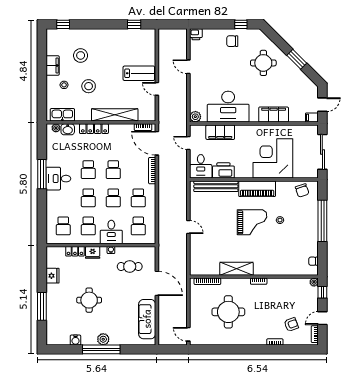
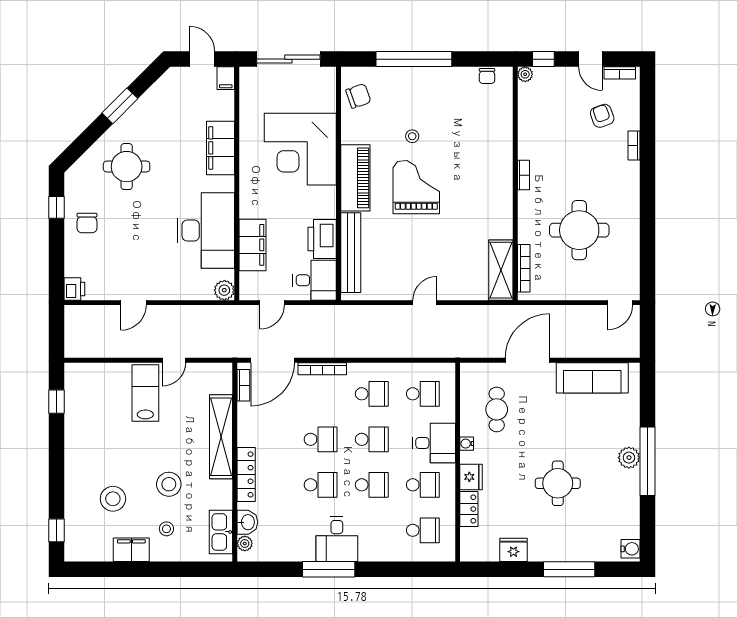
shelving: (236, 269) -> (501, 270), moved
water cooler: (75, 340) -> (630, 549), moved

